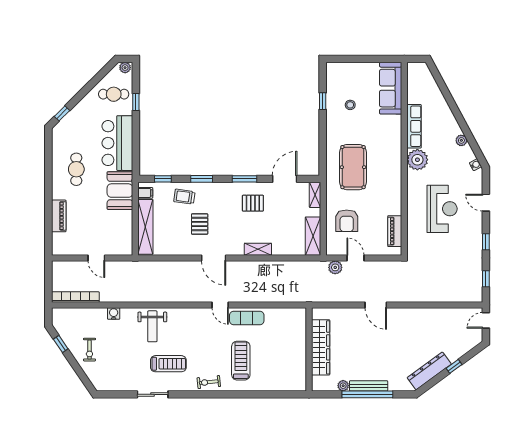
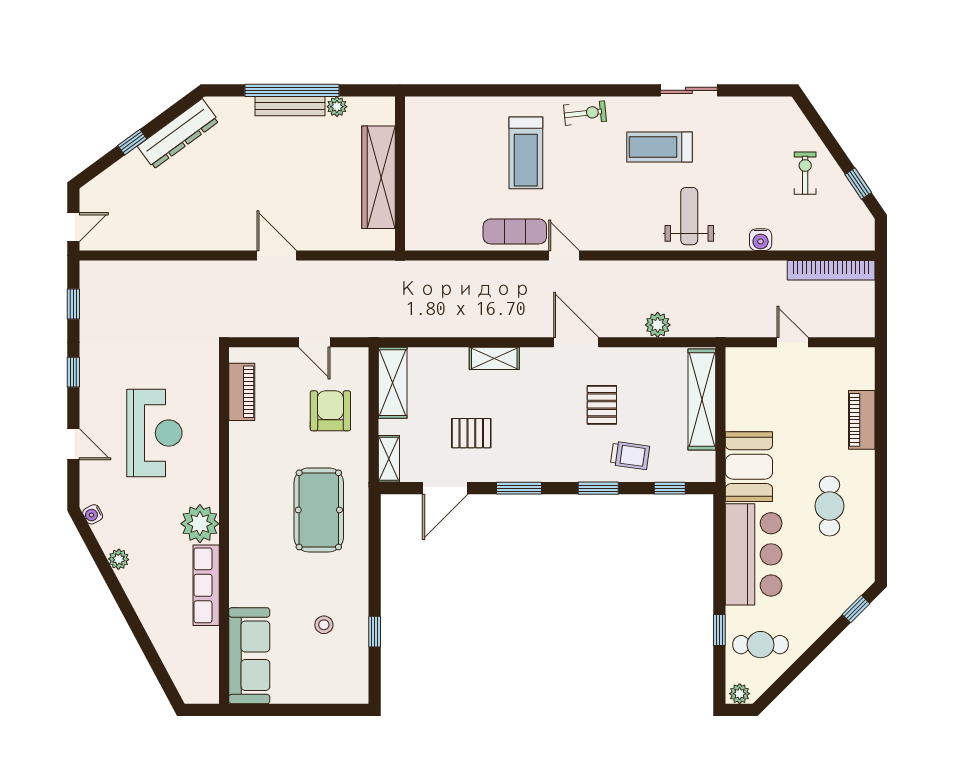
filing cabinet: (145, 193) -> (702, 462), removed
pallet: (253, 203) -> (471, 433), moved
reception desk: (442, 209) -> (154, 433), turned 180
plant: (335, 267) -> (658, 325), moved

